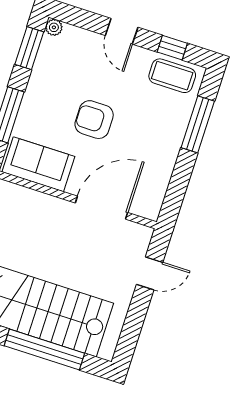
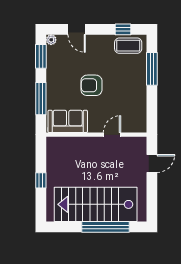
door: (122, 31) -> (77, 29), moved
door: (101, 208) -> (112, 135), width x0.53

